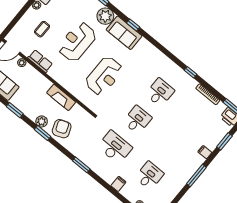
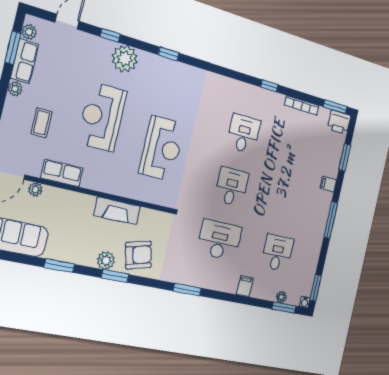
sofa: (124, 33) -> (161, 71), removed
armchair: (62, 129) -> (138, 255), turned 97

